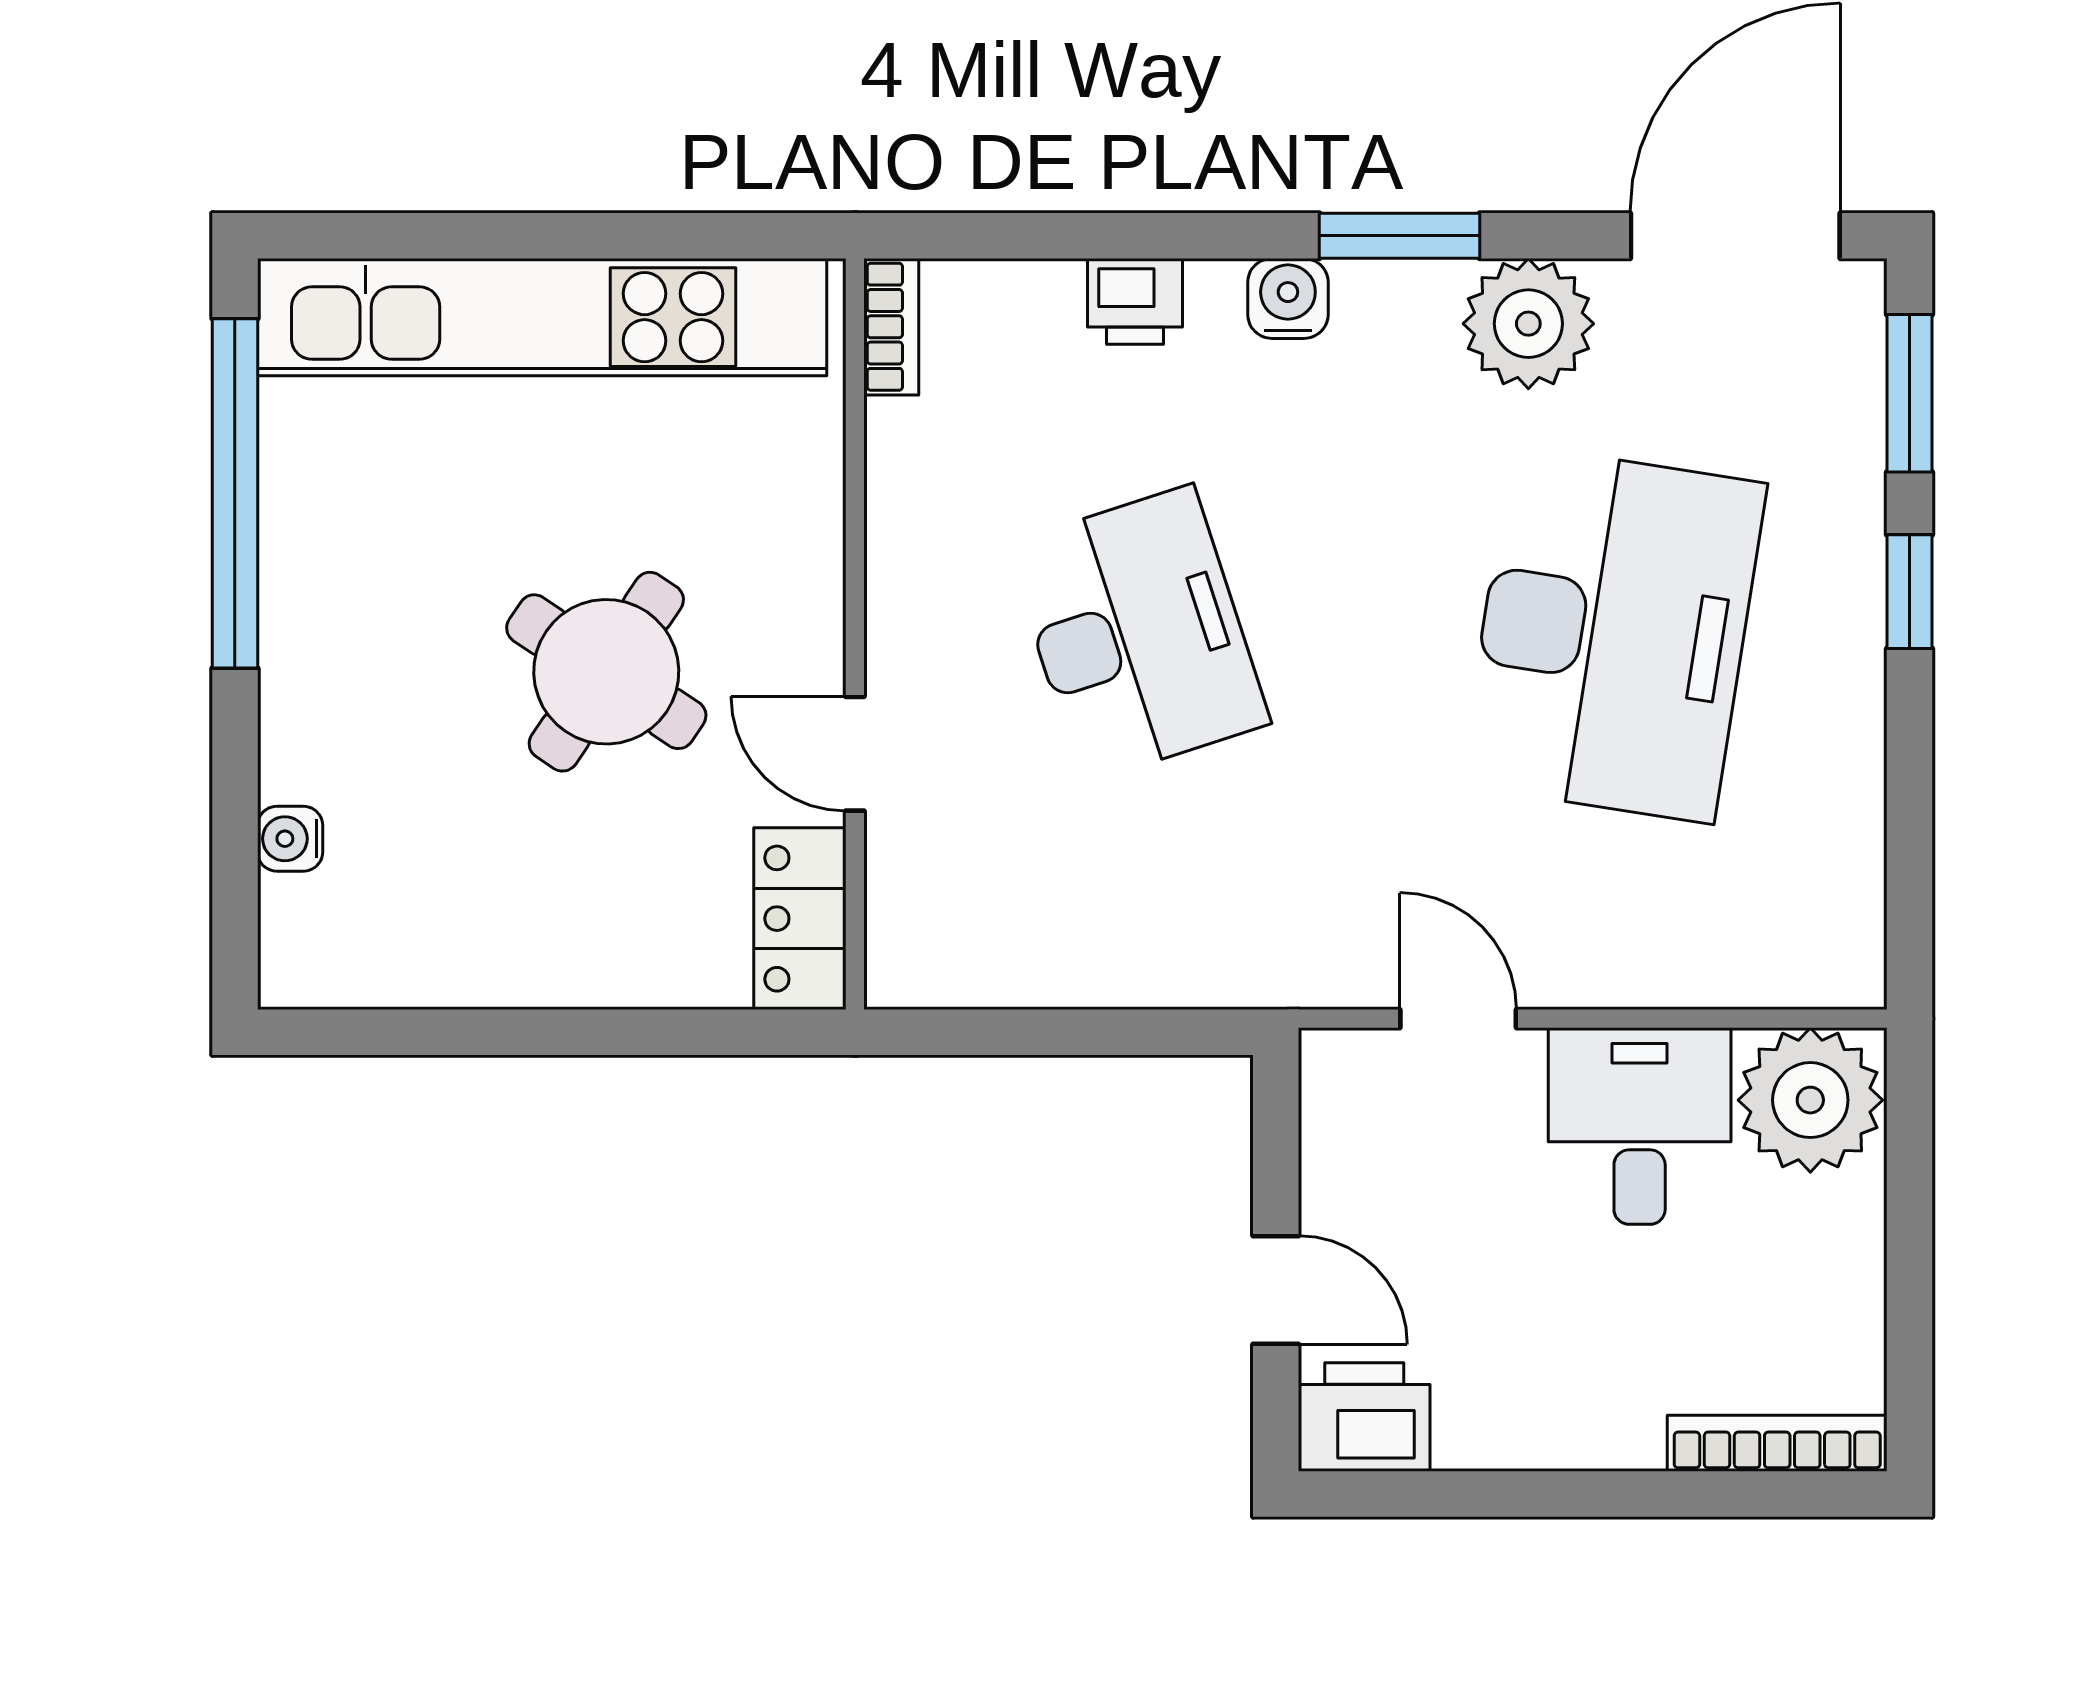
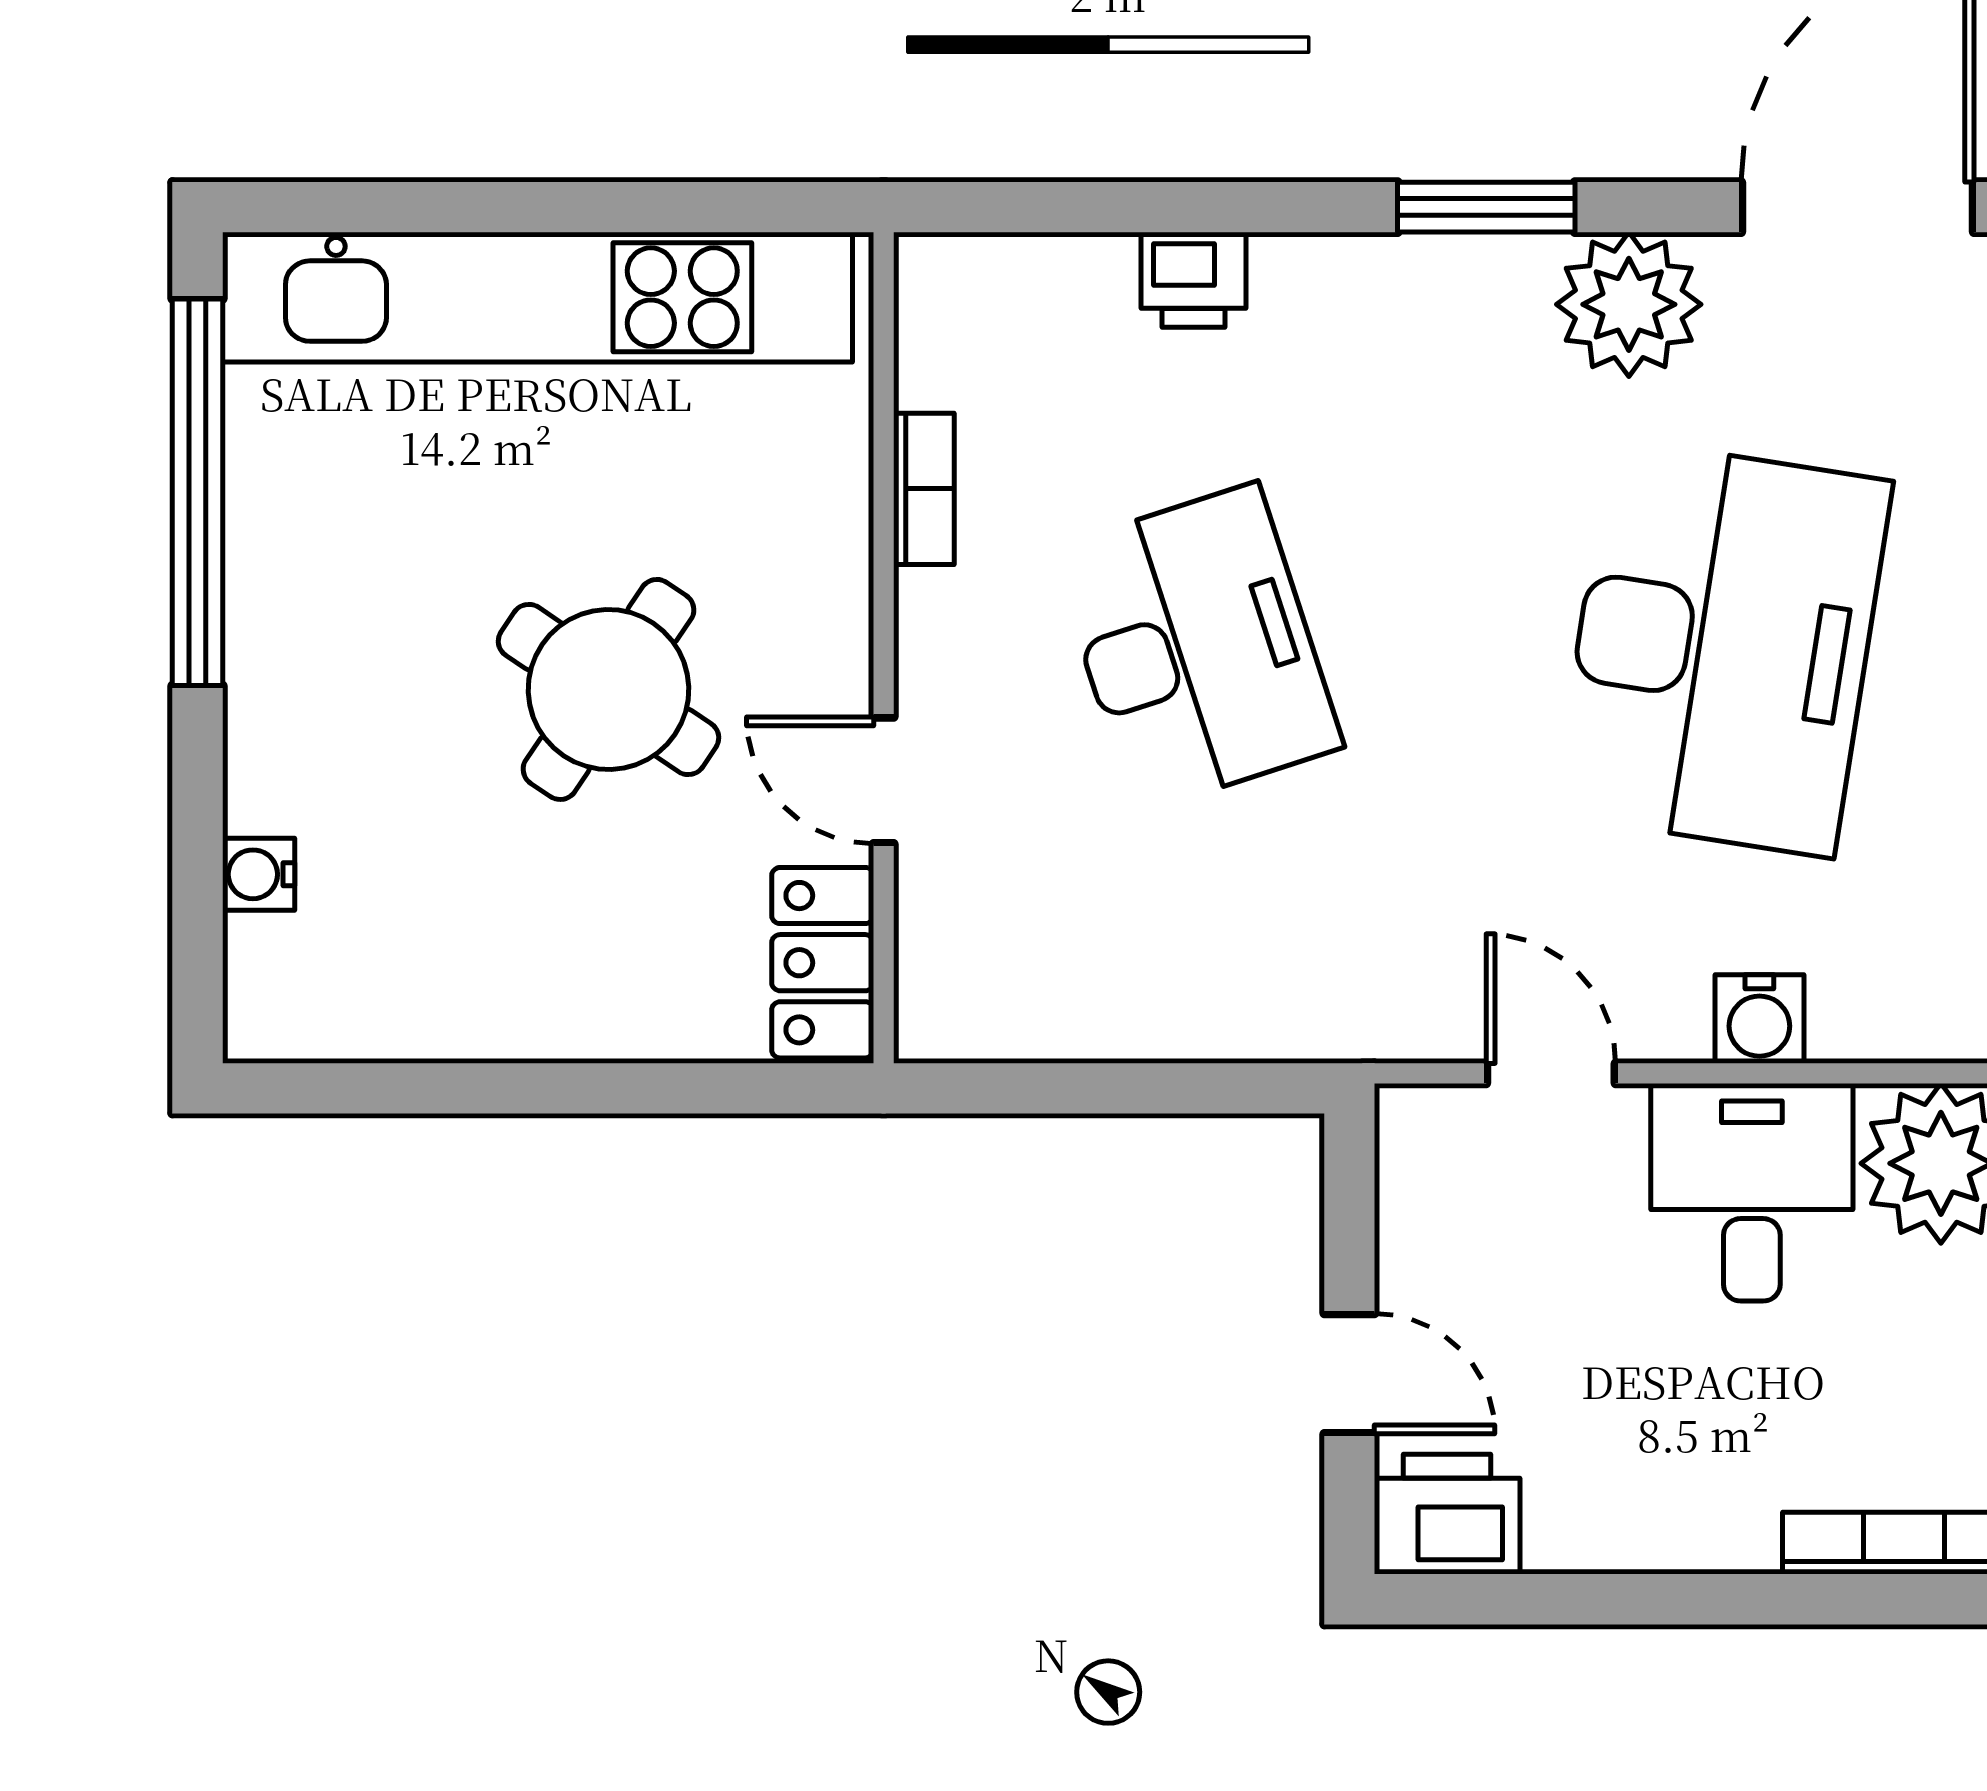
water cooler: (1288, 298) -> (1759, 1019), moved, turned 180
bookcase: (891, 327) -> (924, 489), moved

